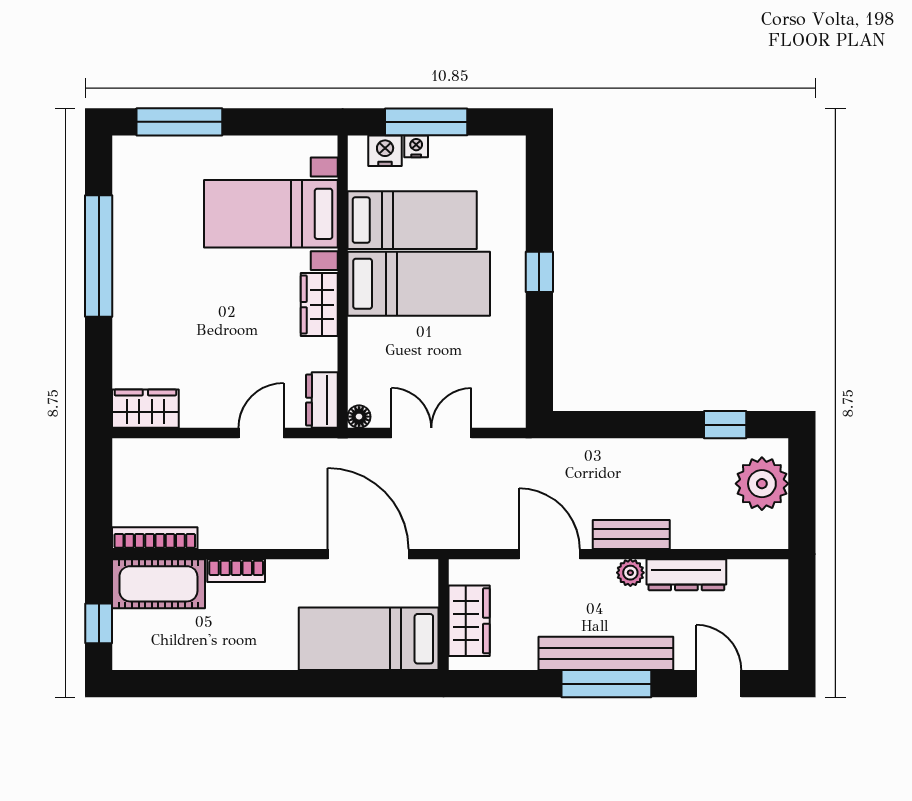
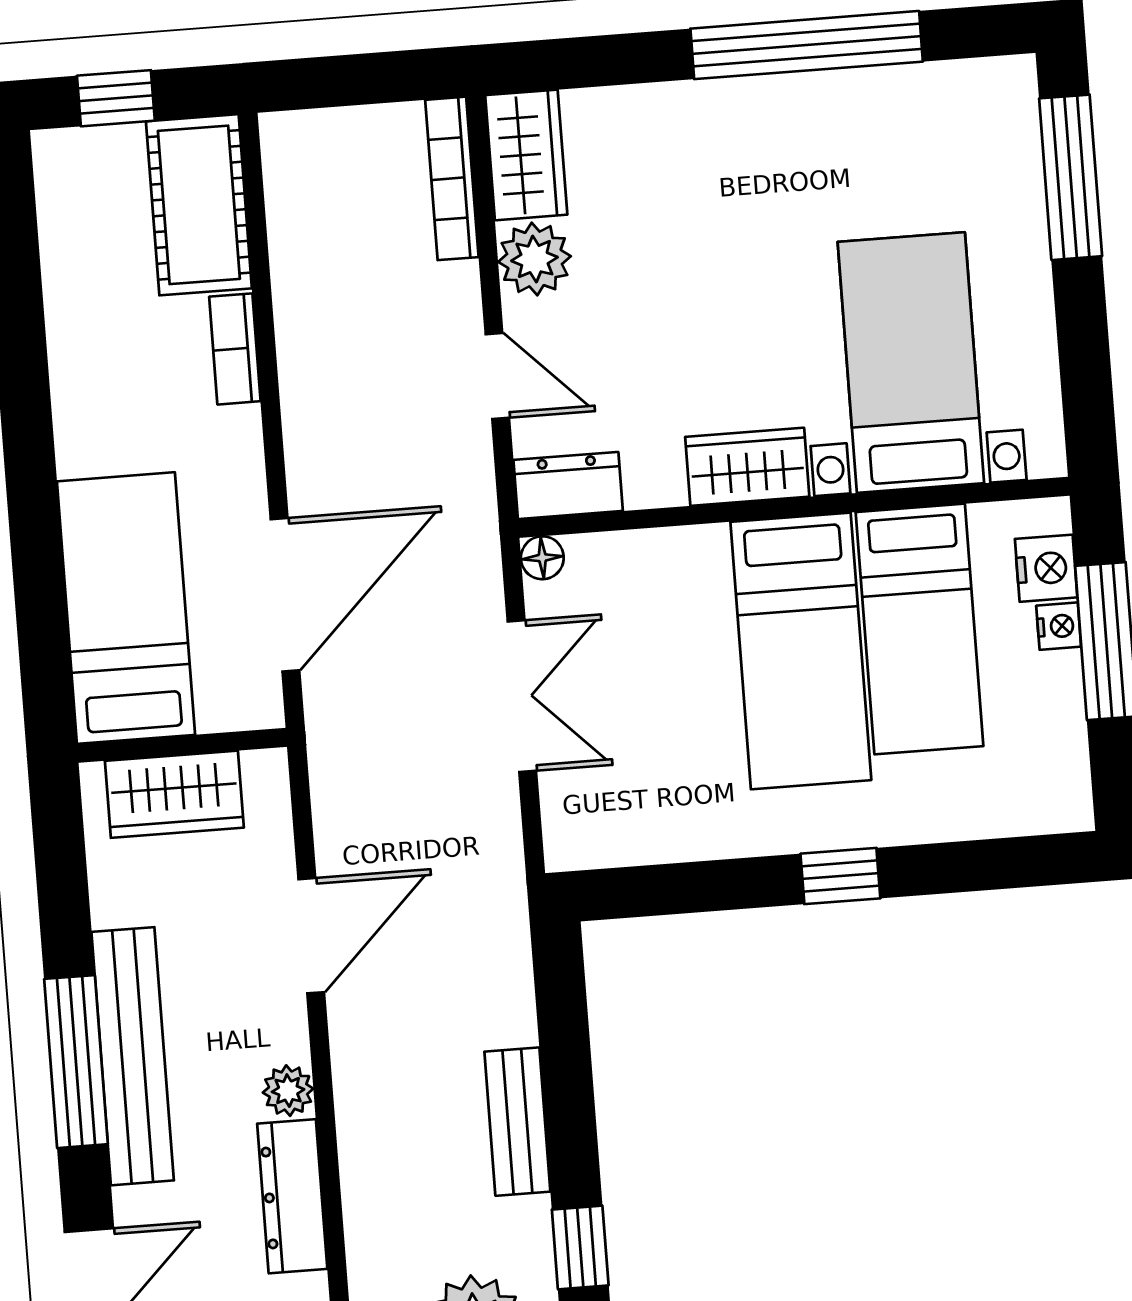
plant: (201, 409) -> (534, 259), added
bench: (631, 534) -> (517, 1122), moved
bookcase: (155, 538) -> (452, 178), moved, turned 180

